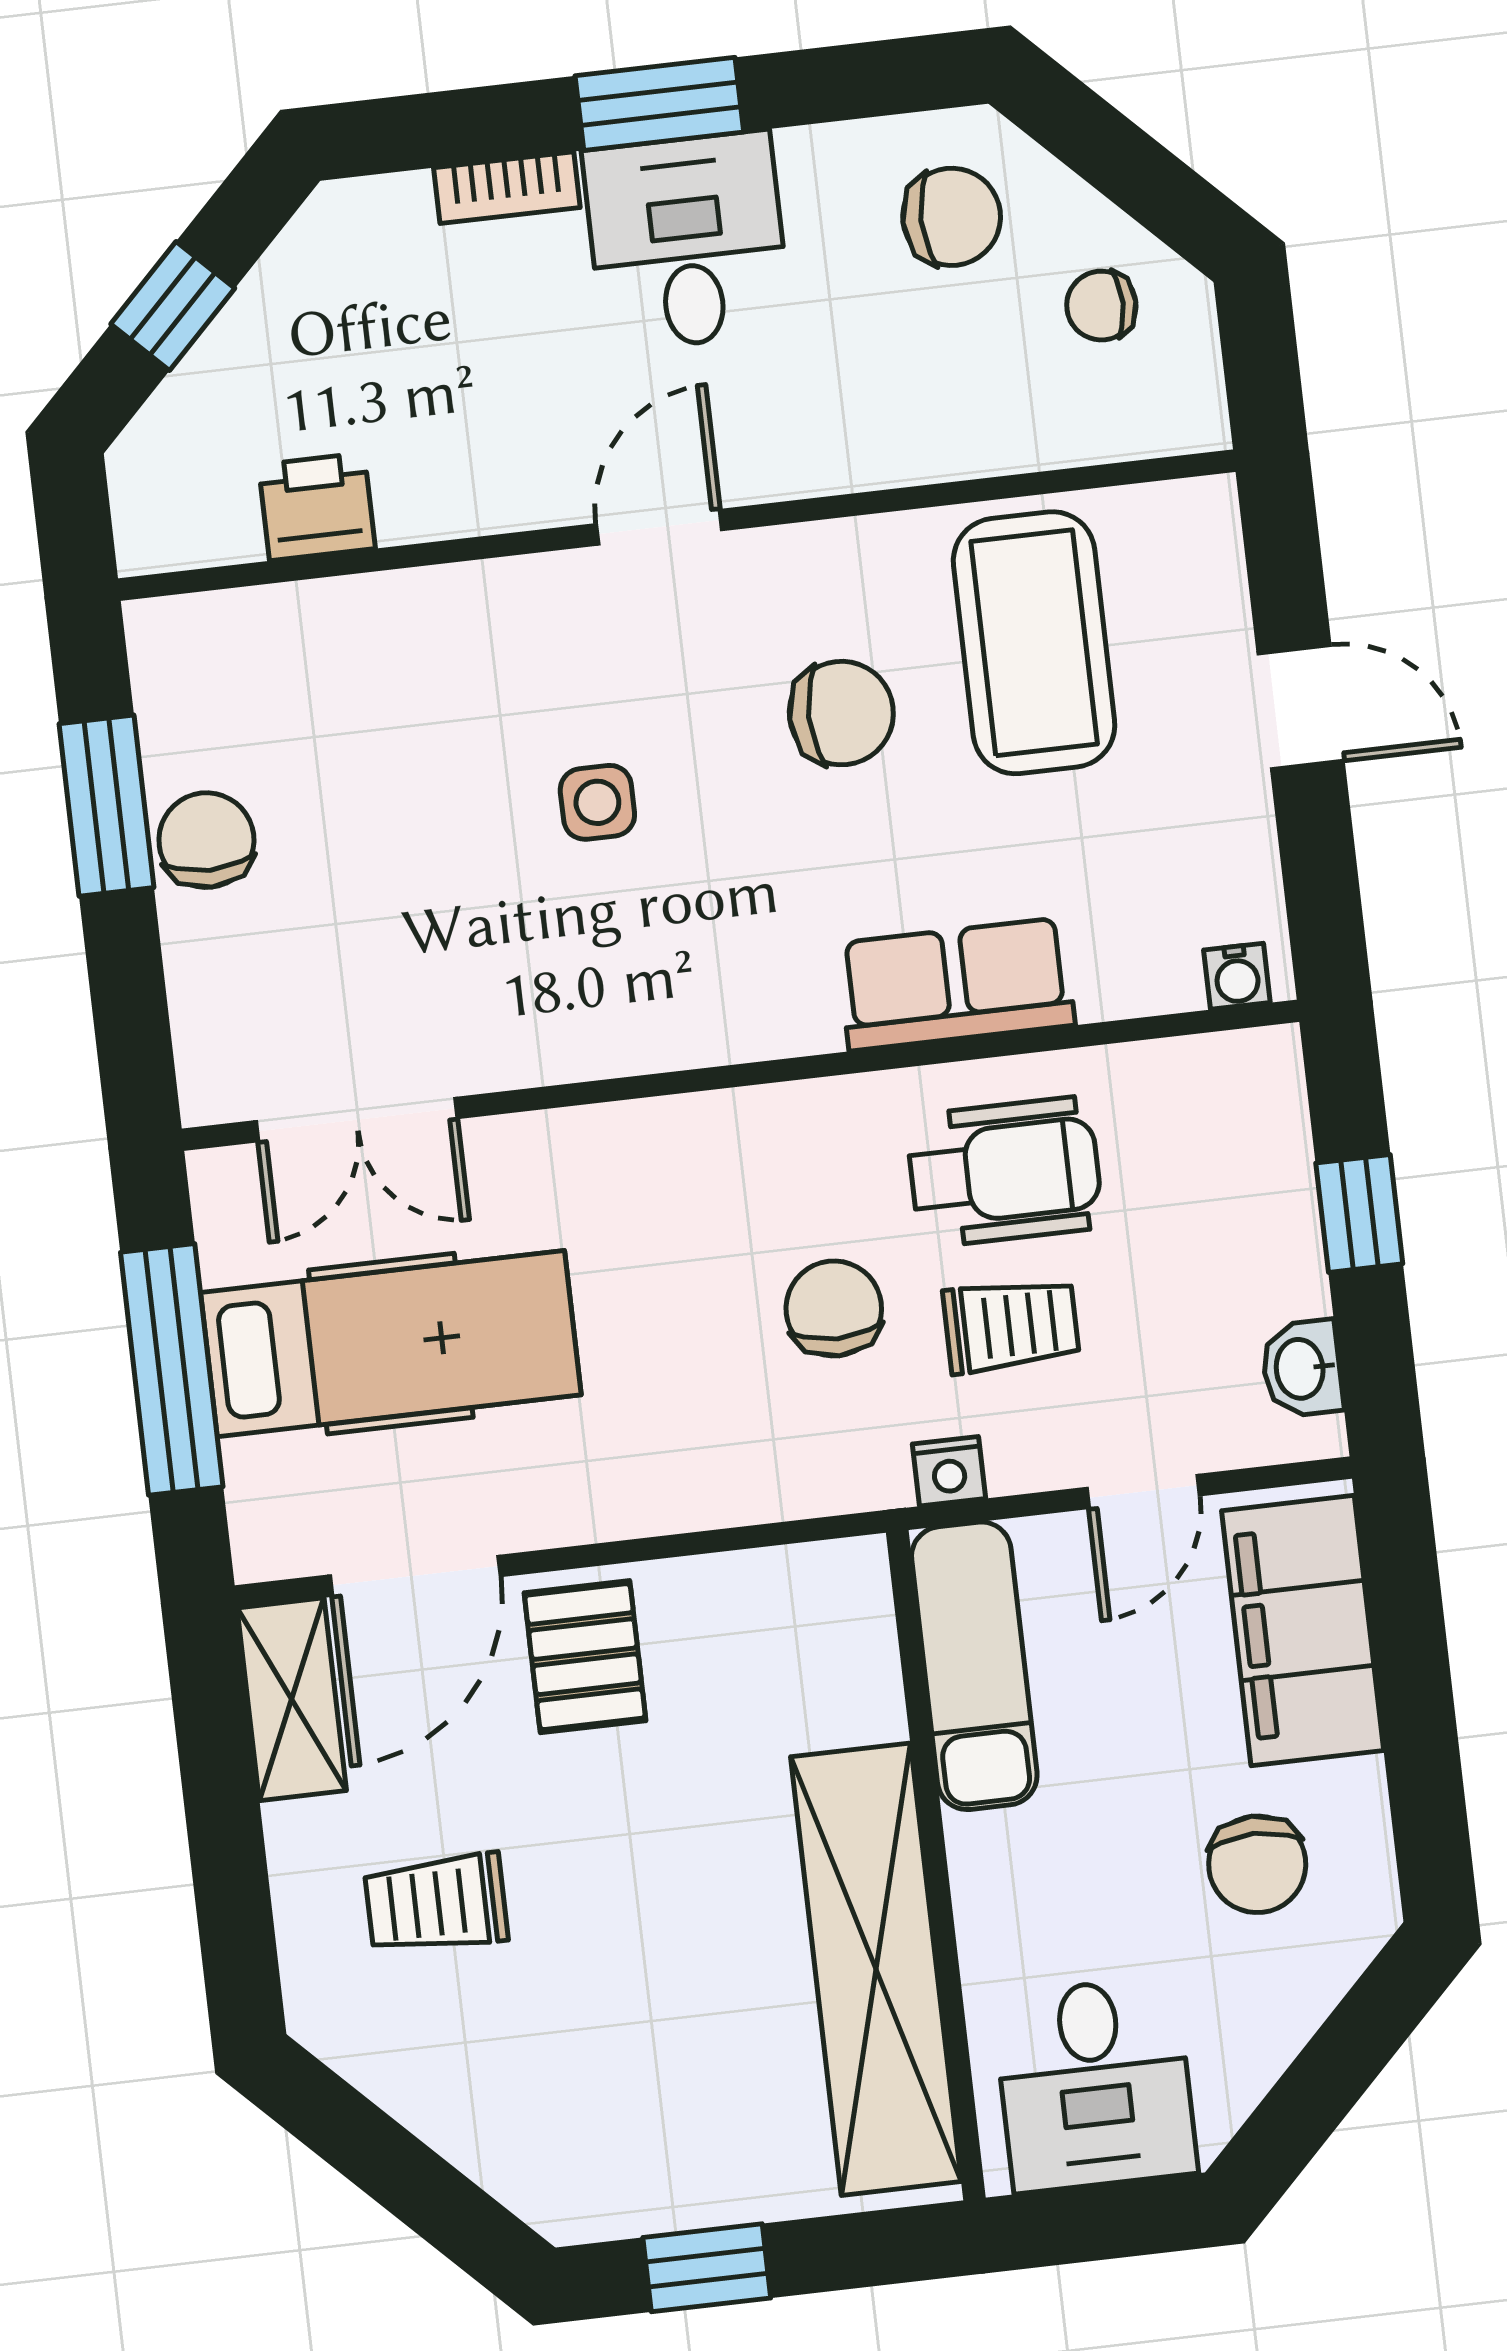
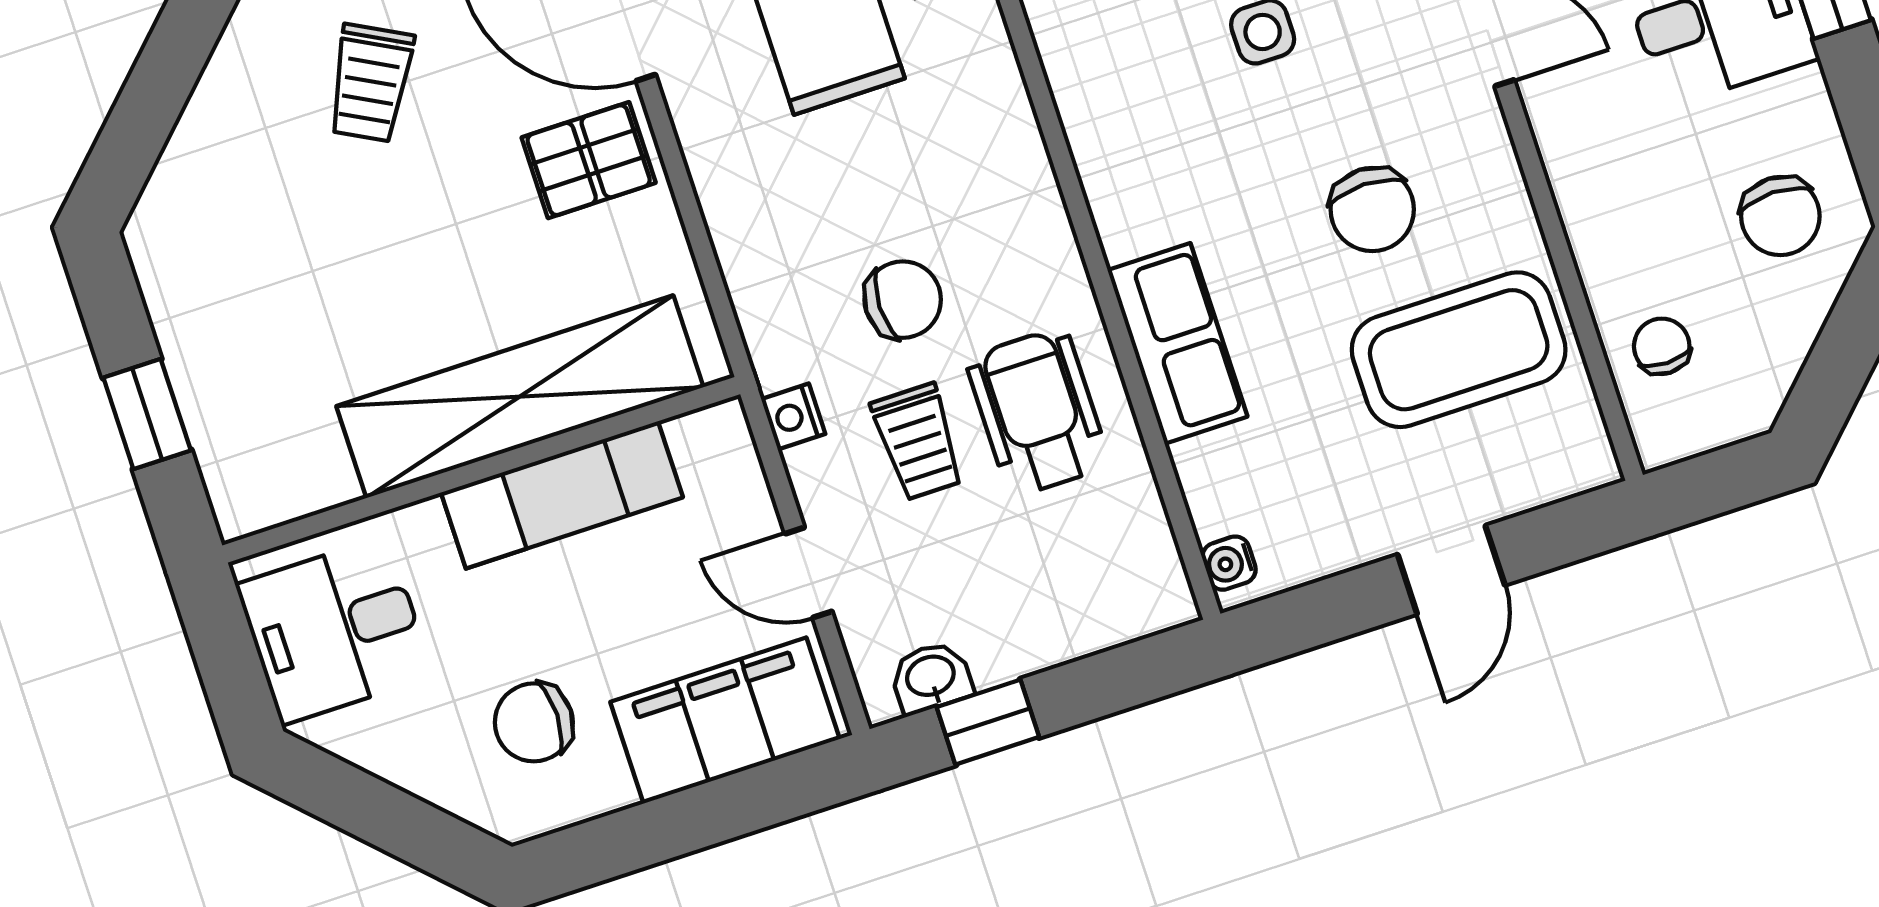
chair: (1101, 306) -> (1662, 346), moved
wheelchair: (1005, 1172) -> (1038, 412), turned 180
window: (1359, 1213) -> (988, 722), moved
exam couch: (974, 1666) -> (562, 495), moved
trolley: (436, 1904) -> (370, 83), turned -152
shelving: (876, 1969) -> (520, 397), moved
window: (707, 2268) -> (147, 414), moved

